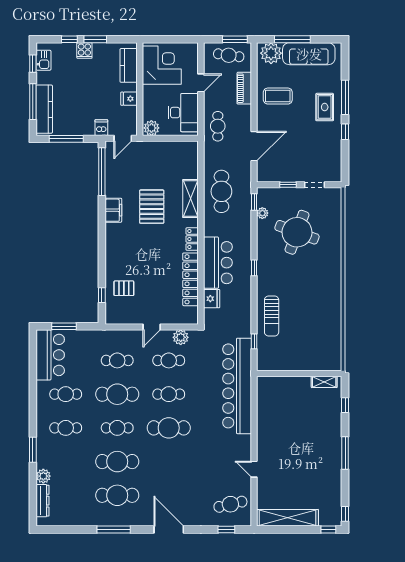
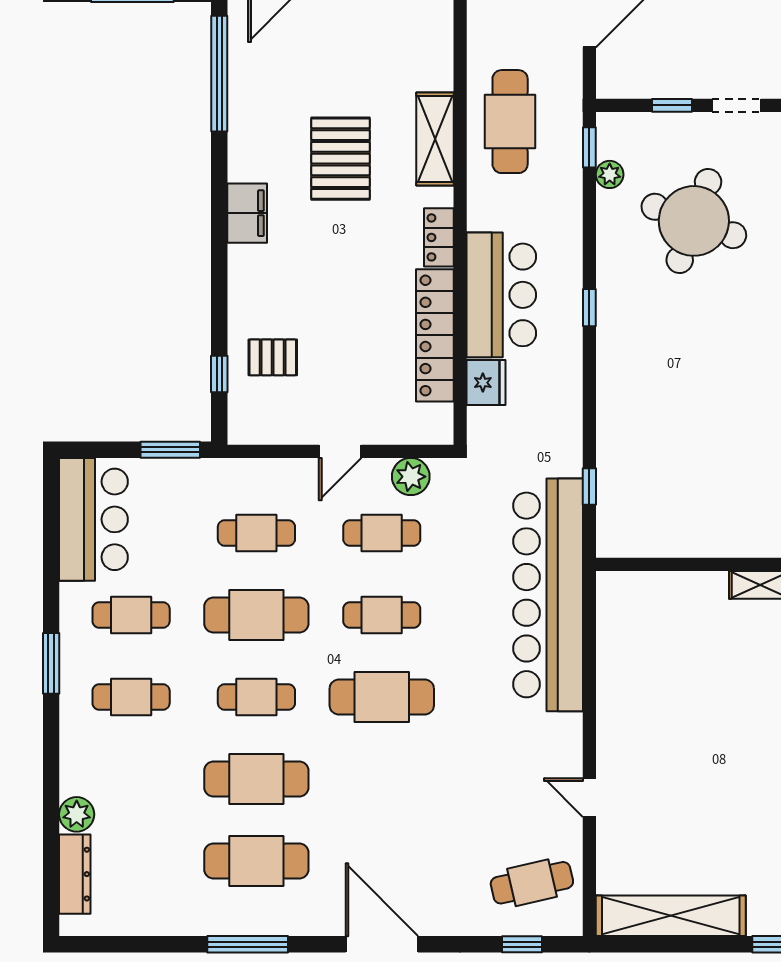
filing cabinet: (113, 210) -> (247, 213), moved
sun lounger: (272, 316) -> (632, 425), removed
window: (64, 326) -> (170, 450), moved
window: (33, 450) -> (51, 663), moved

